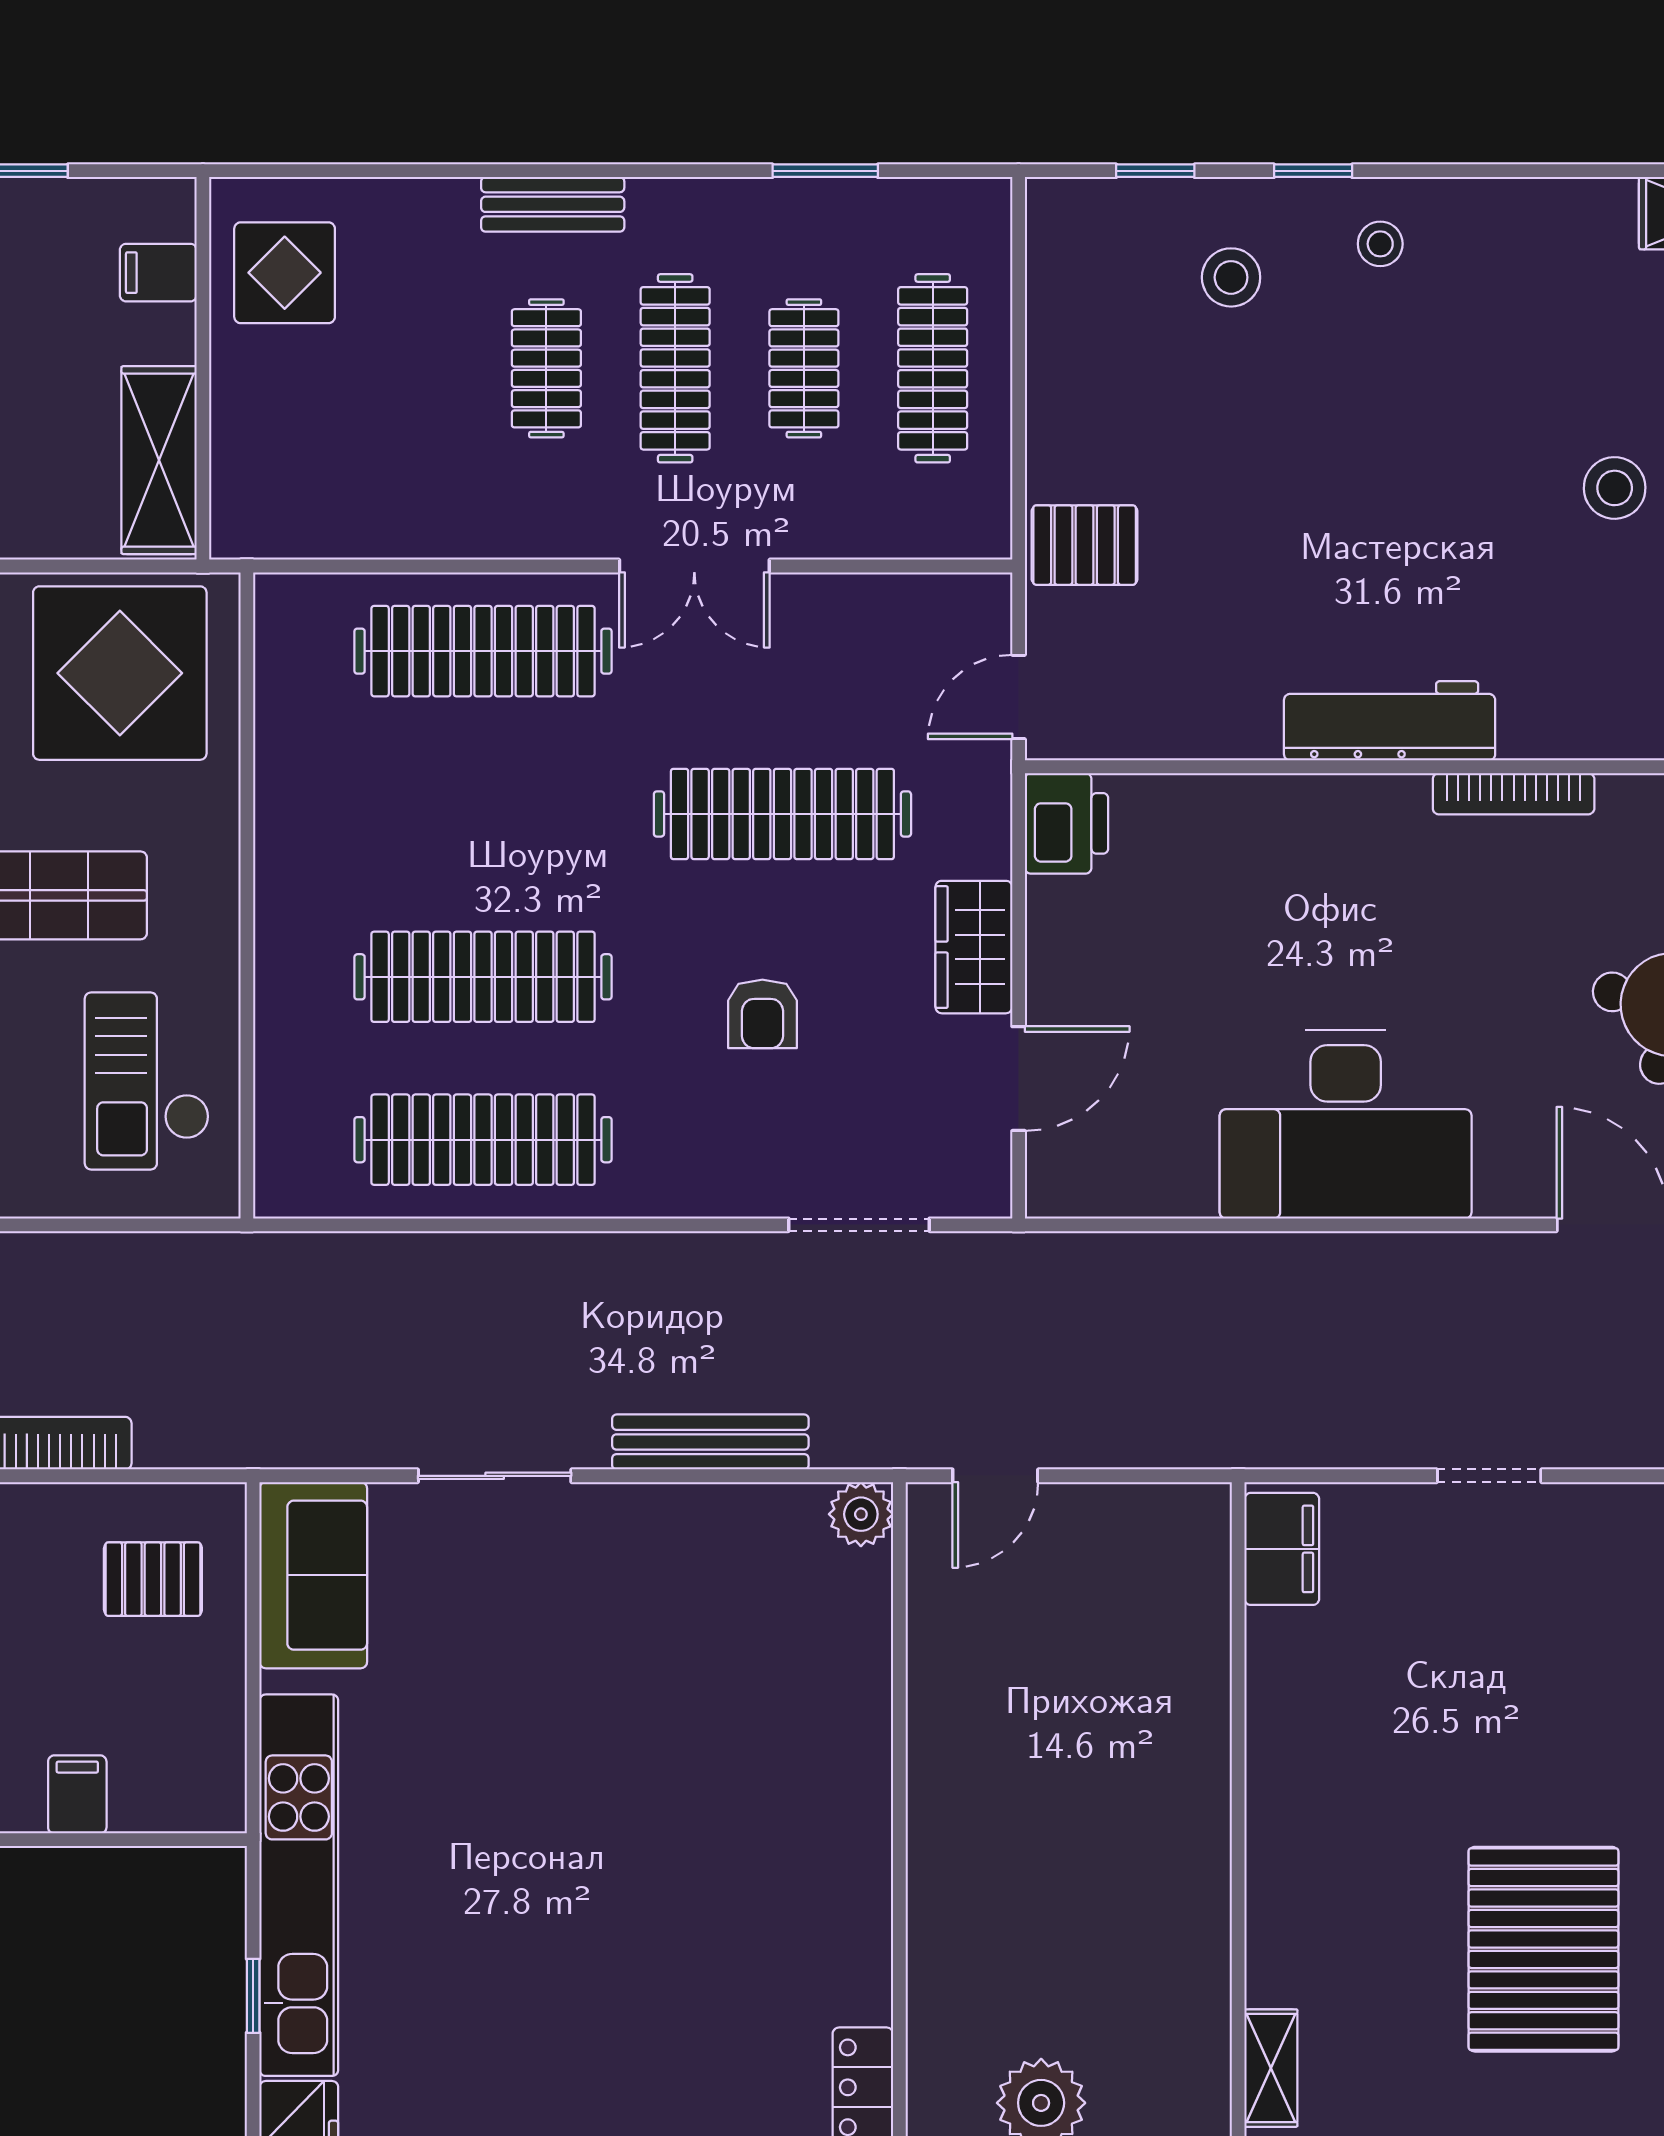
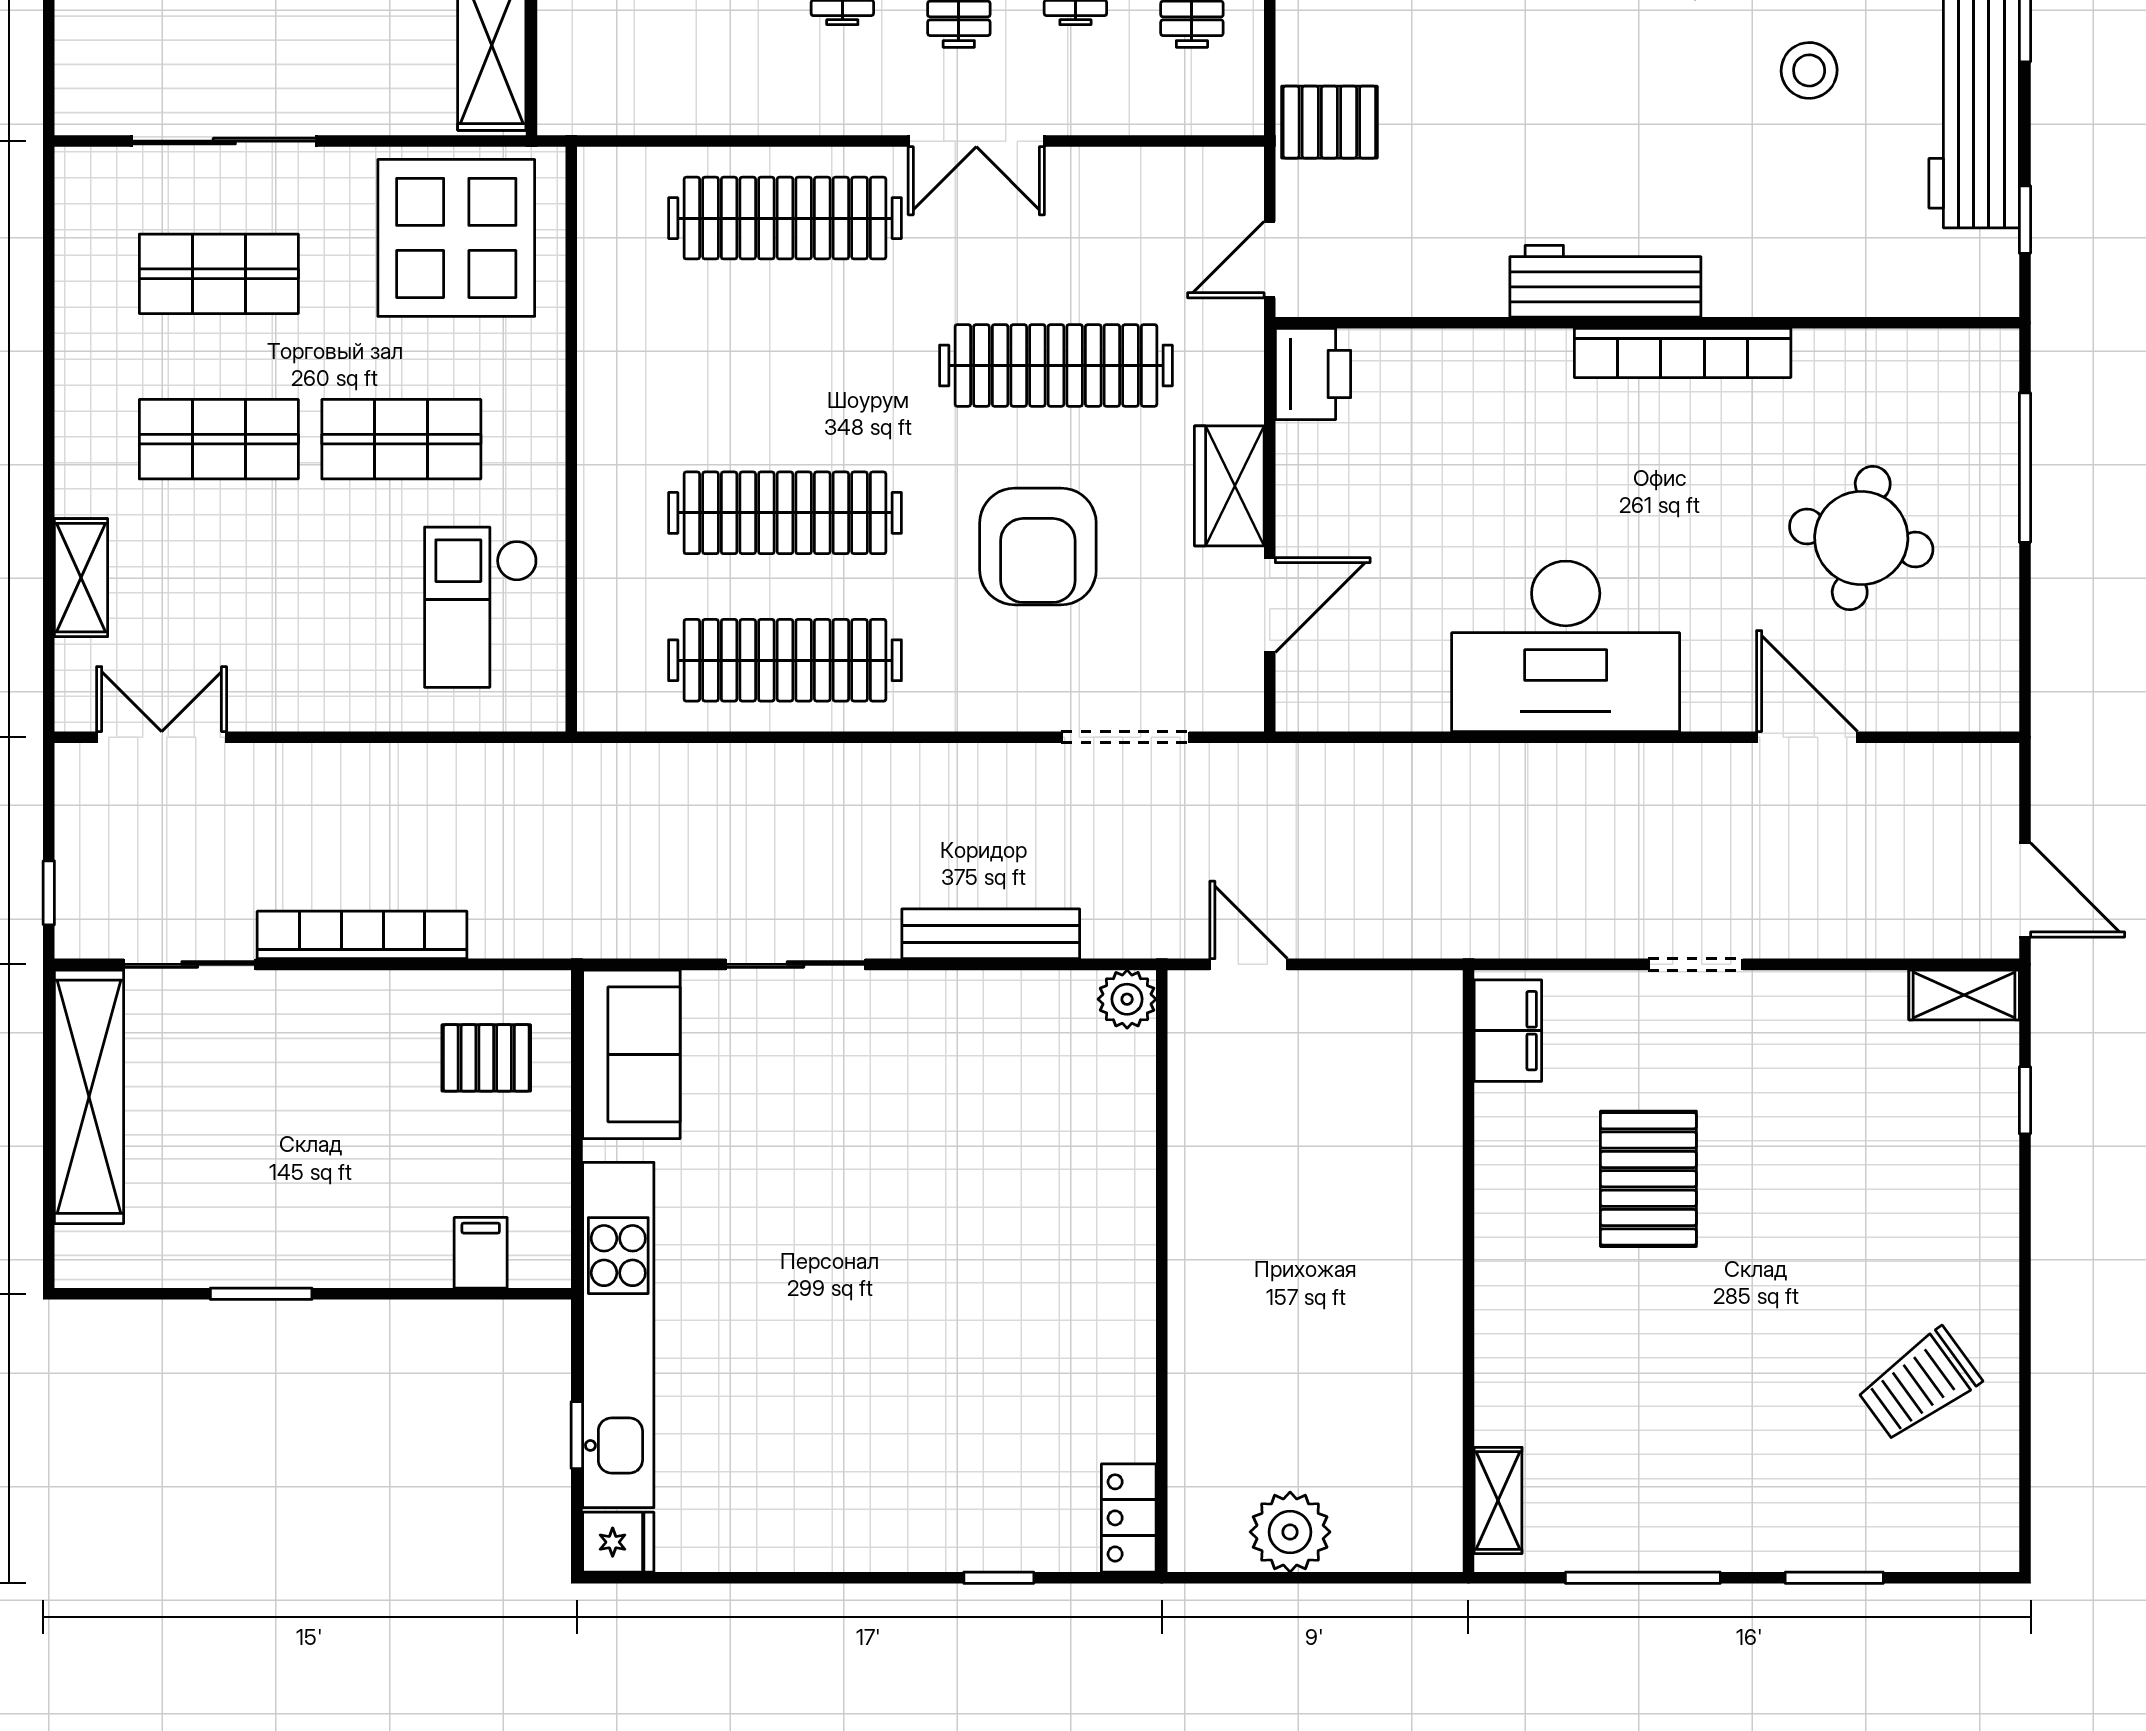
bookcase: (1514, 794) -> (1683, 353), width x1.48, depth x1.31
armchair: (762, 1014) -> (1038, 546), width x1.88, depth x1.88
door: (995, 1476) -> (1249, 964), swing flipped
filing cabinet: (77, 1794) -> (481, 1253), moved
pallet: (1543, 1949) -> (1648, 1179), moved, width x0.73, depth x0.71

